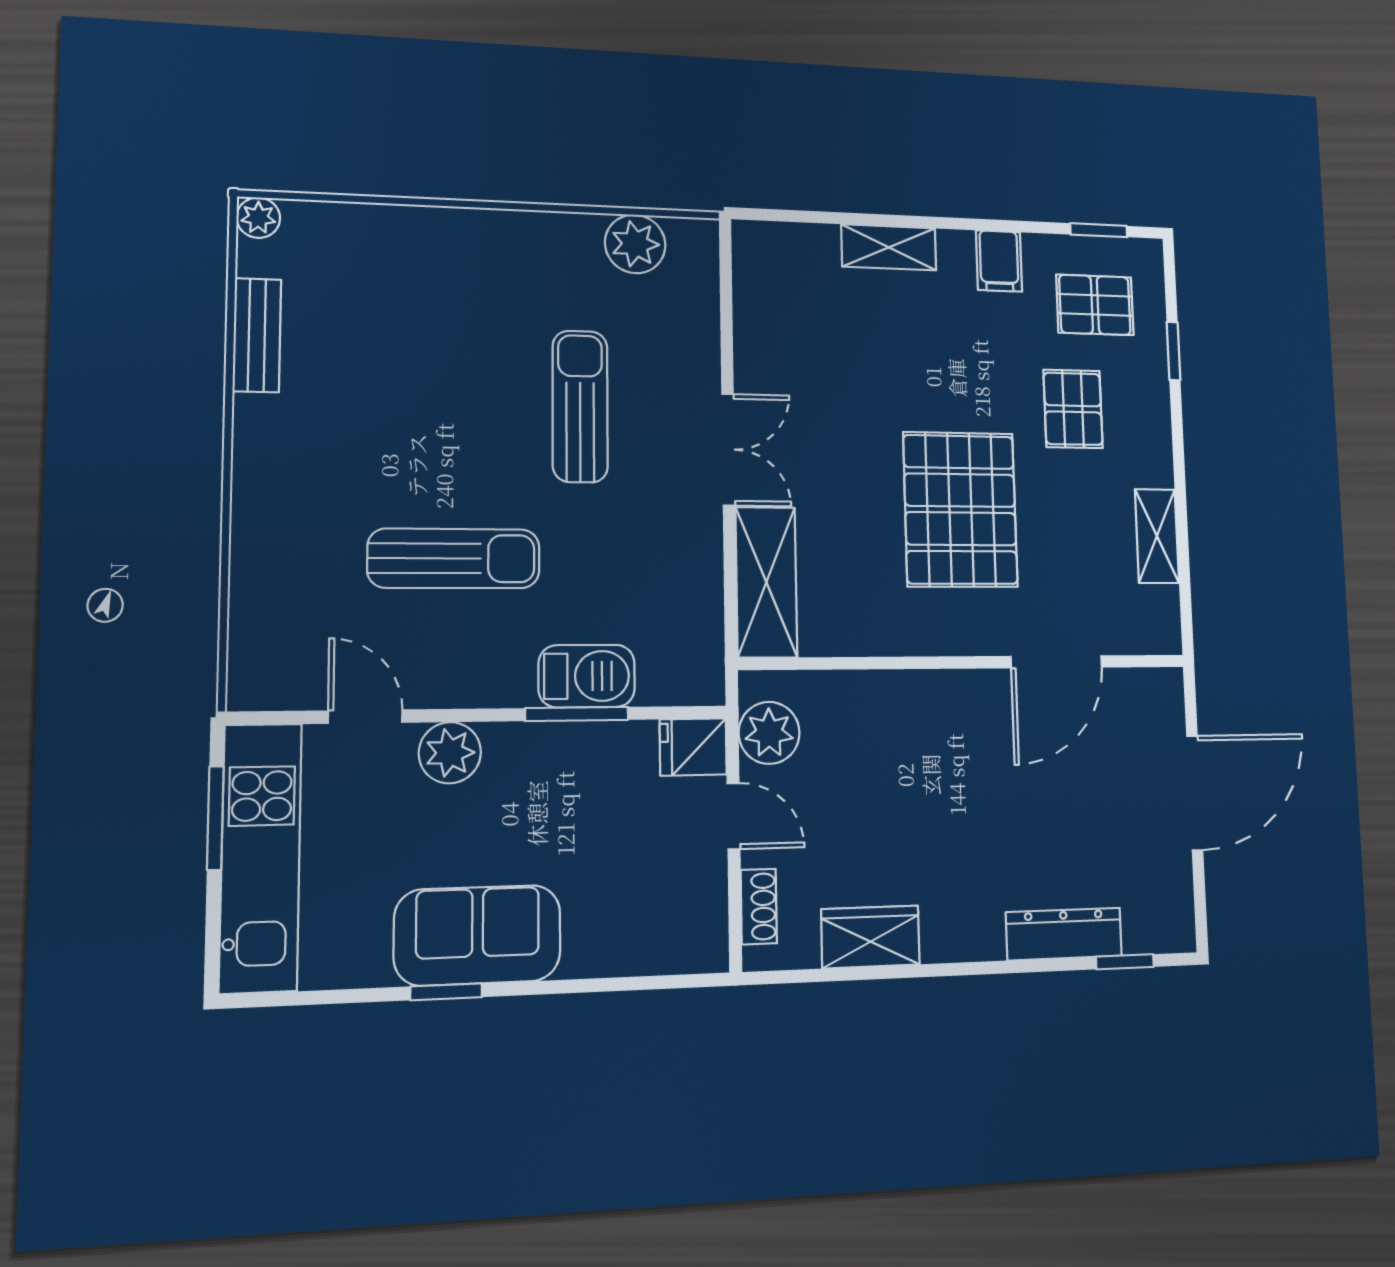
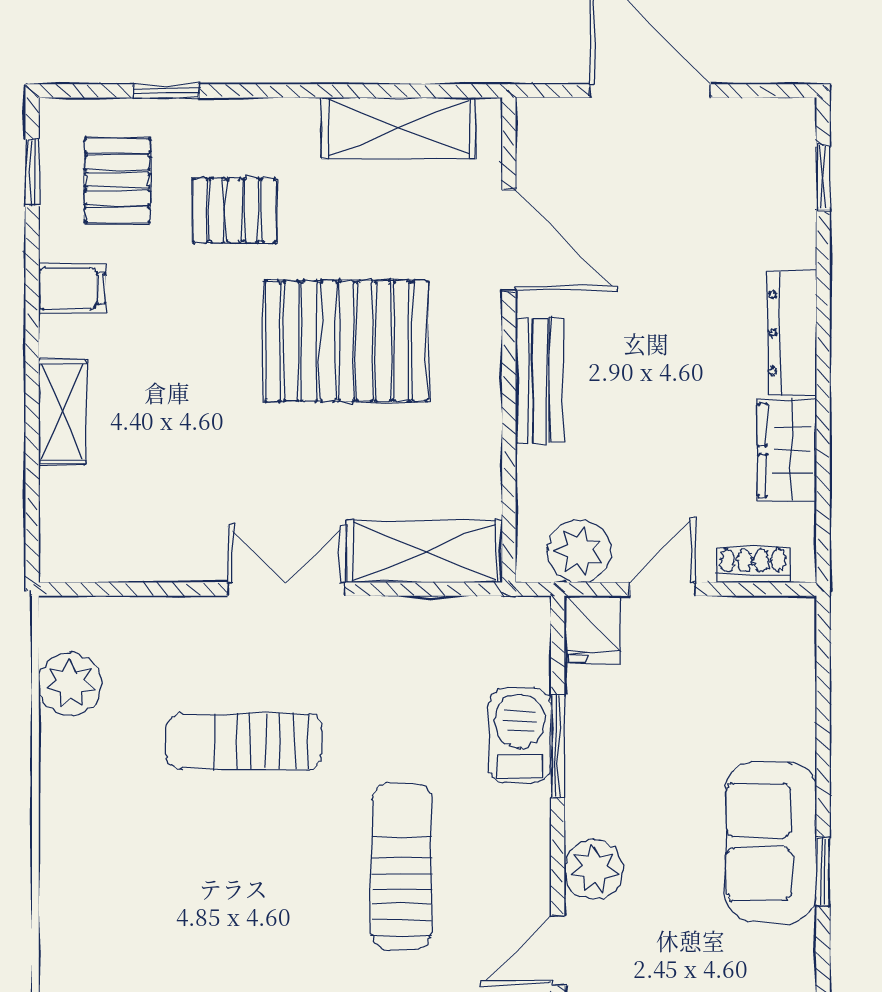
shelving: (1157, 536) -> (399, 128), width x1.50, depth x1.33
bench: (930, 692) -> (539, 380), added
dresser: (1064, 934) -> (792, 333), moved

